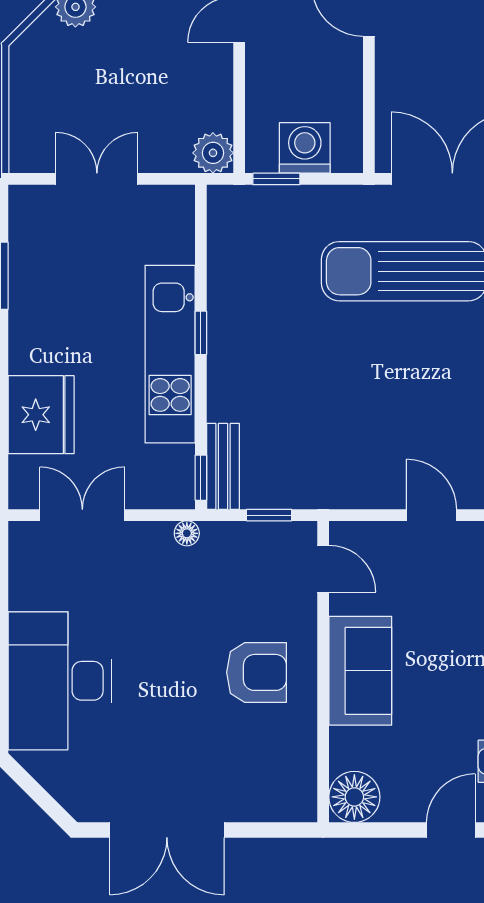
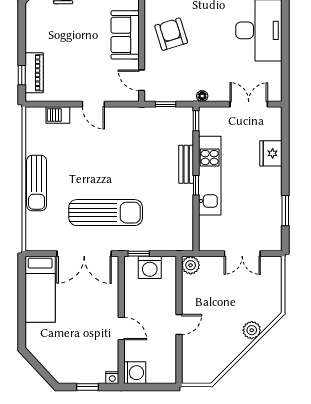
window: (276, 179) -> (139, 254), moved
fridge: (41, 415) -> (271, 153), width x0.73, depth x0.75
bench: (223, 466) -> (186, 164), moved
double door: (82, 515) -> (249, 104), swing flipped
armchair: (257, 672) -> (171, 34), turned 73

